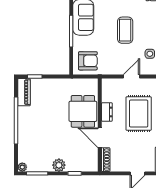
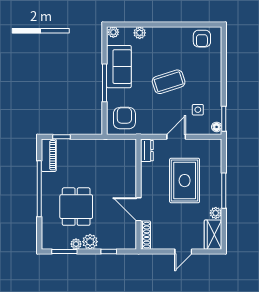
coffee table: (125, 30) -> (169, 82), turned 72
armchair: (88, 61) -> (124, 118), turned -90
dining table: (83, 111) -> (76, 207), moved
dresser: (107, 112) -> (147, 151), moved
plant: (22, 167) -> (76, 244), moved

